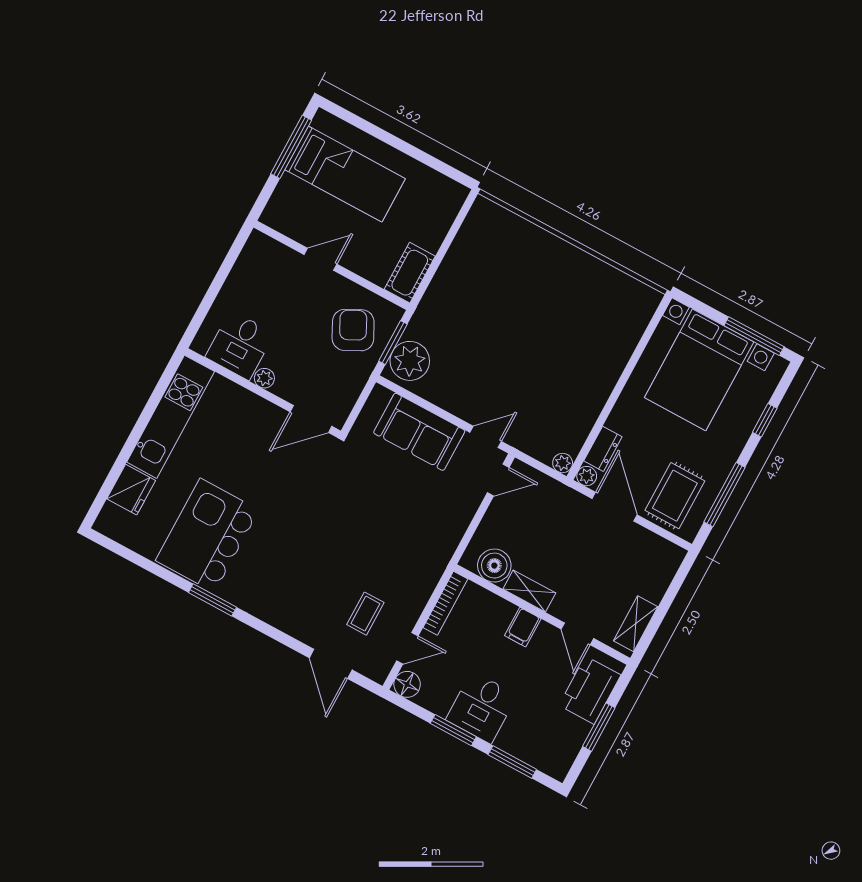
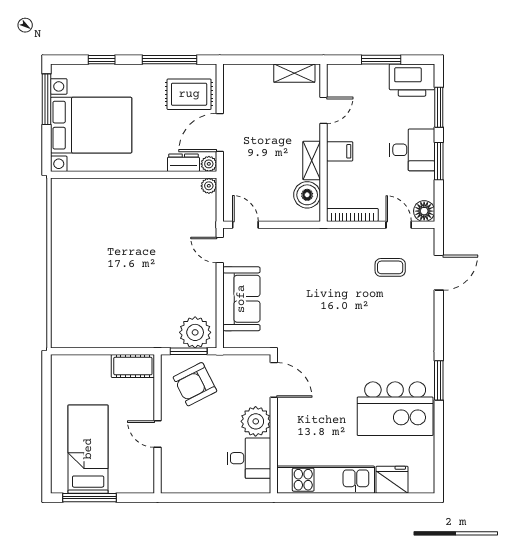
plant: (264, 378) -> (256, 421), width x1.87, depth x1.87
printer: (590, 690) -> (412, 80), moved

